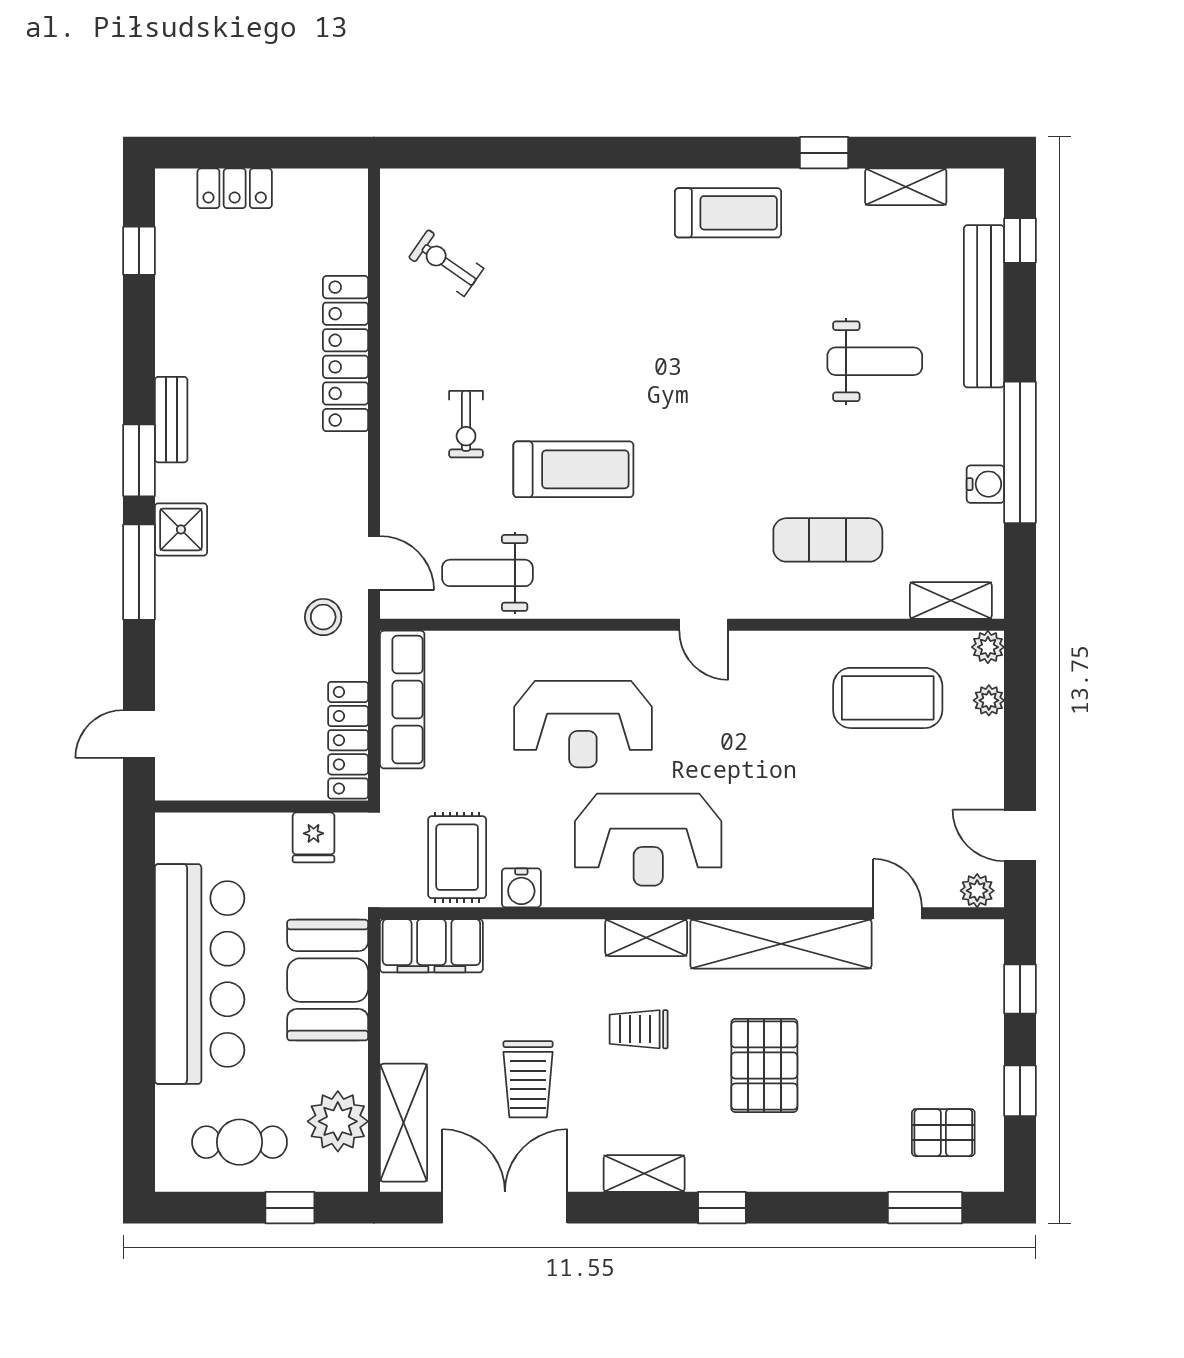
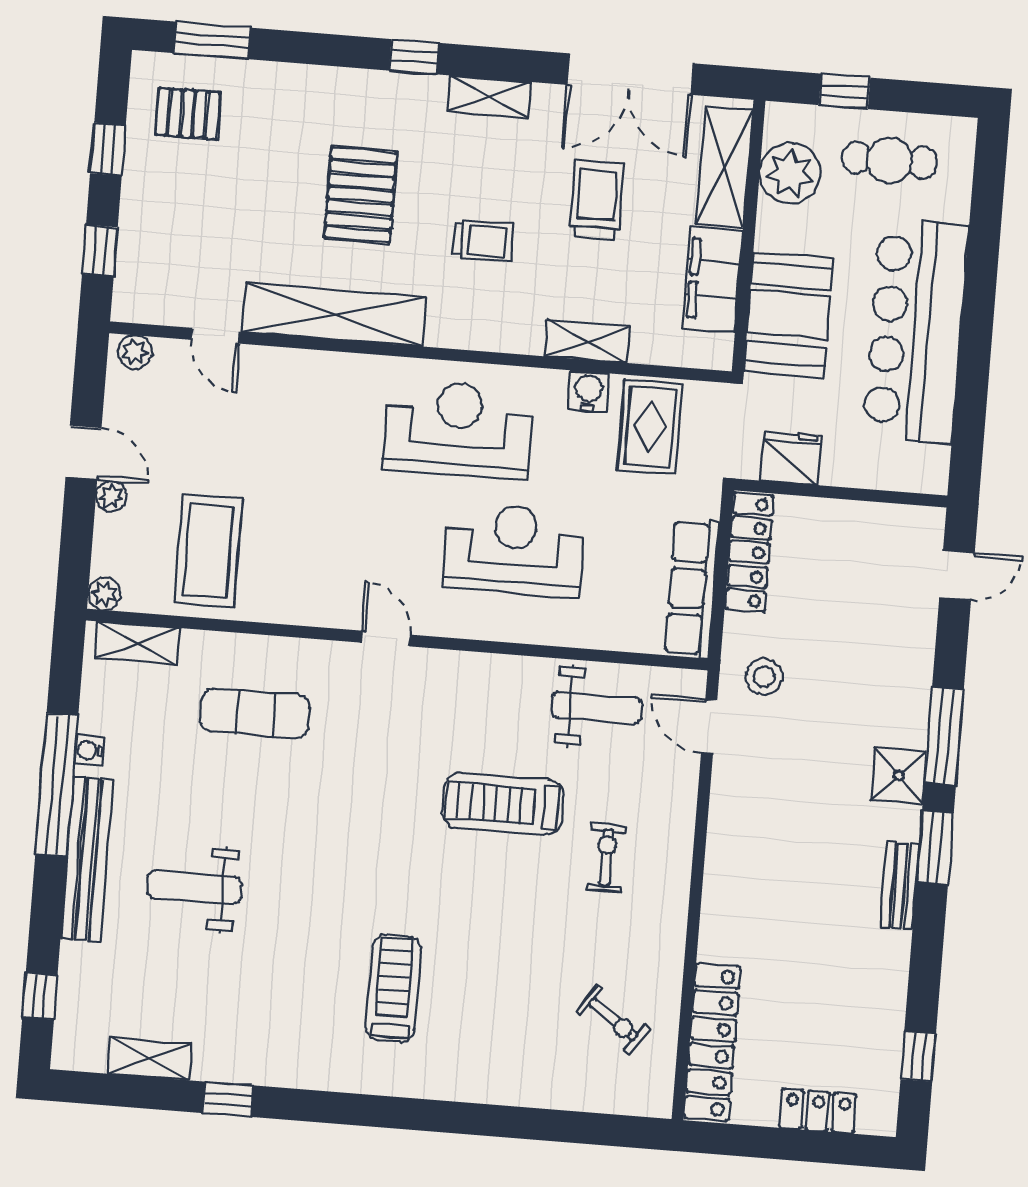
treadmill: (728, 213) -> (393, 988), moved, turned 90
bench: (984, 306) -> (87, 859), moved
locker: (346, 354) -> (712, 1042), moved
water cooler: (985, 484) -> (89, 751), width x0.72, depth x0.72
coffee table: (888, 698) -> (208, 551), turned 90
plant: (989, 700) -> (111, 496), moved
door: (1020, 835) -> (84, 453), moved
fridge: (314, 837) -> (791, 458), width x1.38
shelving: (646, 938) -> (587, 341), moved
filing cabinet: (431, 946) -> (712, 280), moved, turned -90

